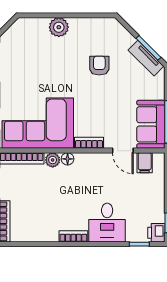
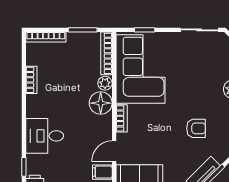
floor lamp: (68, 159) -> (101, 103), width x1.89, depth x1.89
bookcase: (73, 236) -> (31, 80), moved

